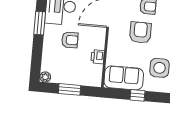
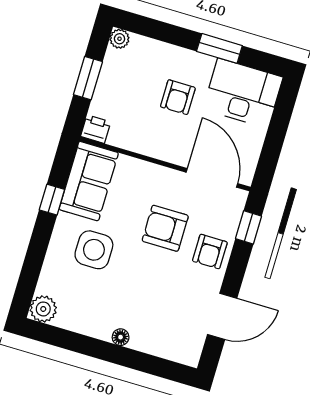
armchair: (140, 33) -> (165, 228), turned 180
printer: (98, 57) -> (96, 129), moved

